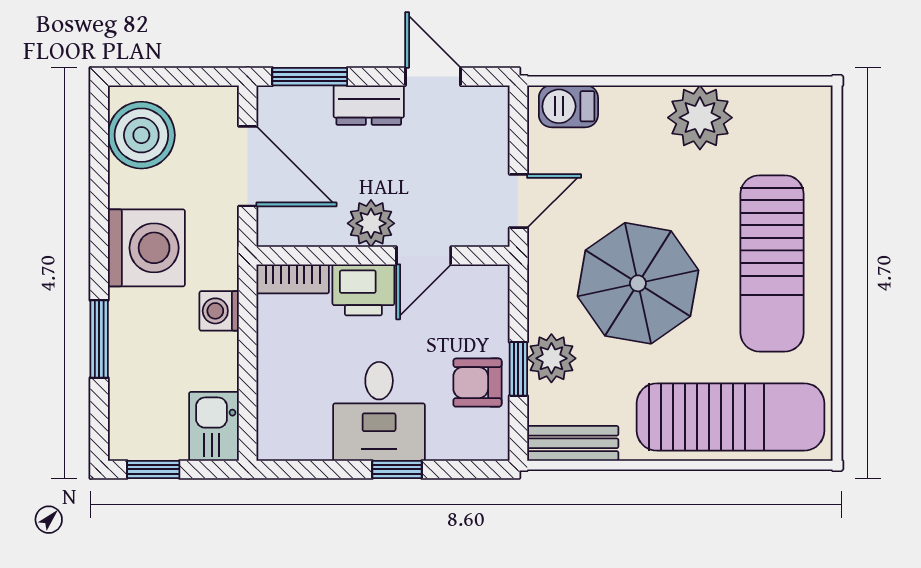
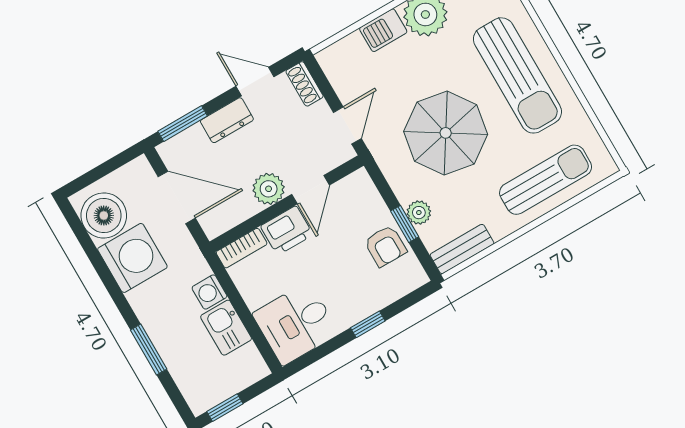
barbecue: (568, 106) -> (383, 30), moved
shoe rack: (495, 116) -> (305, 84), added
washing machine: (146, 248) -> (132, 258), moved
plant: (551, 358) -> (419, 213), width x0.73, depth x0.73
armchair: (477, 383) -> (385, 246), turned -90
desk: (379, 411) -> (296, 323), moved, turned 90
sun lounger: (730, 417) -> (546, 180), width x0.73, depth x0.75
kitchen sink: (214, 426) -> (226, 328), moved

